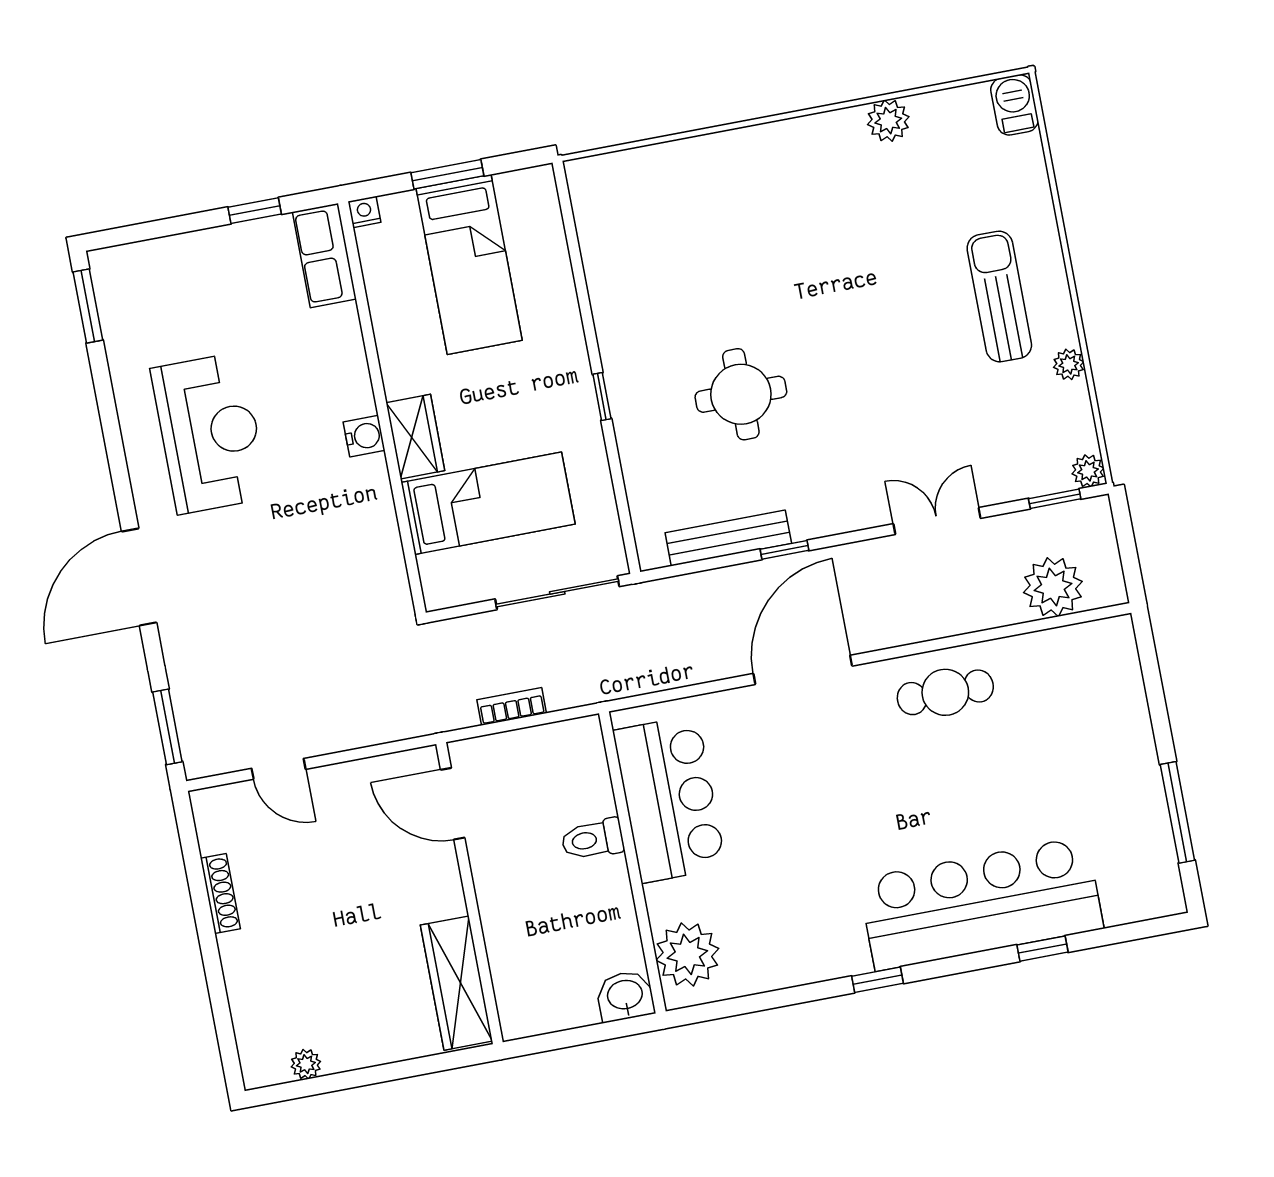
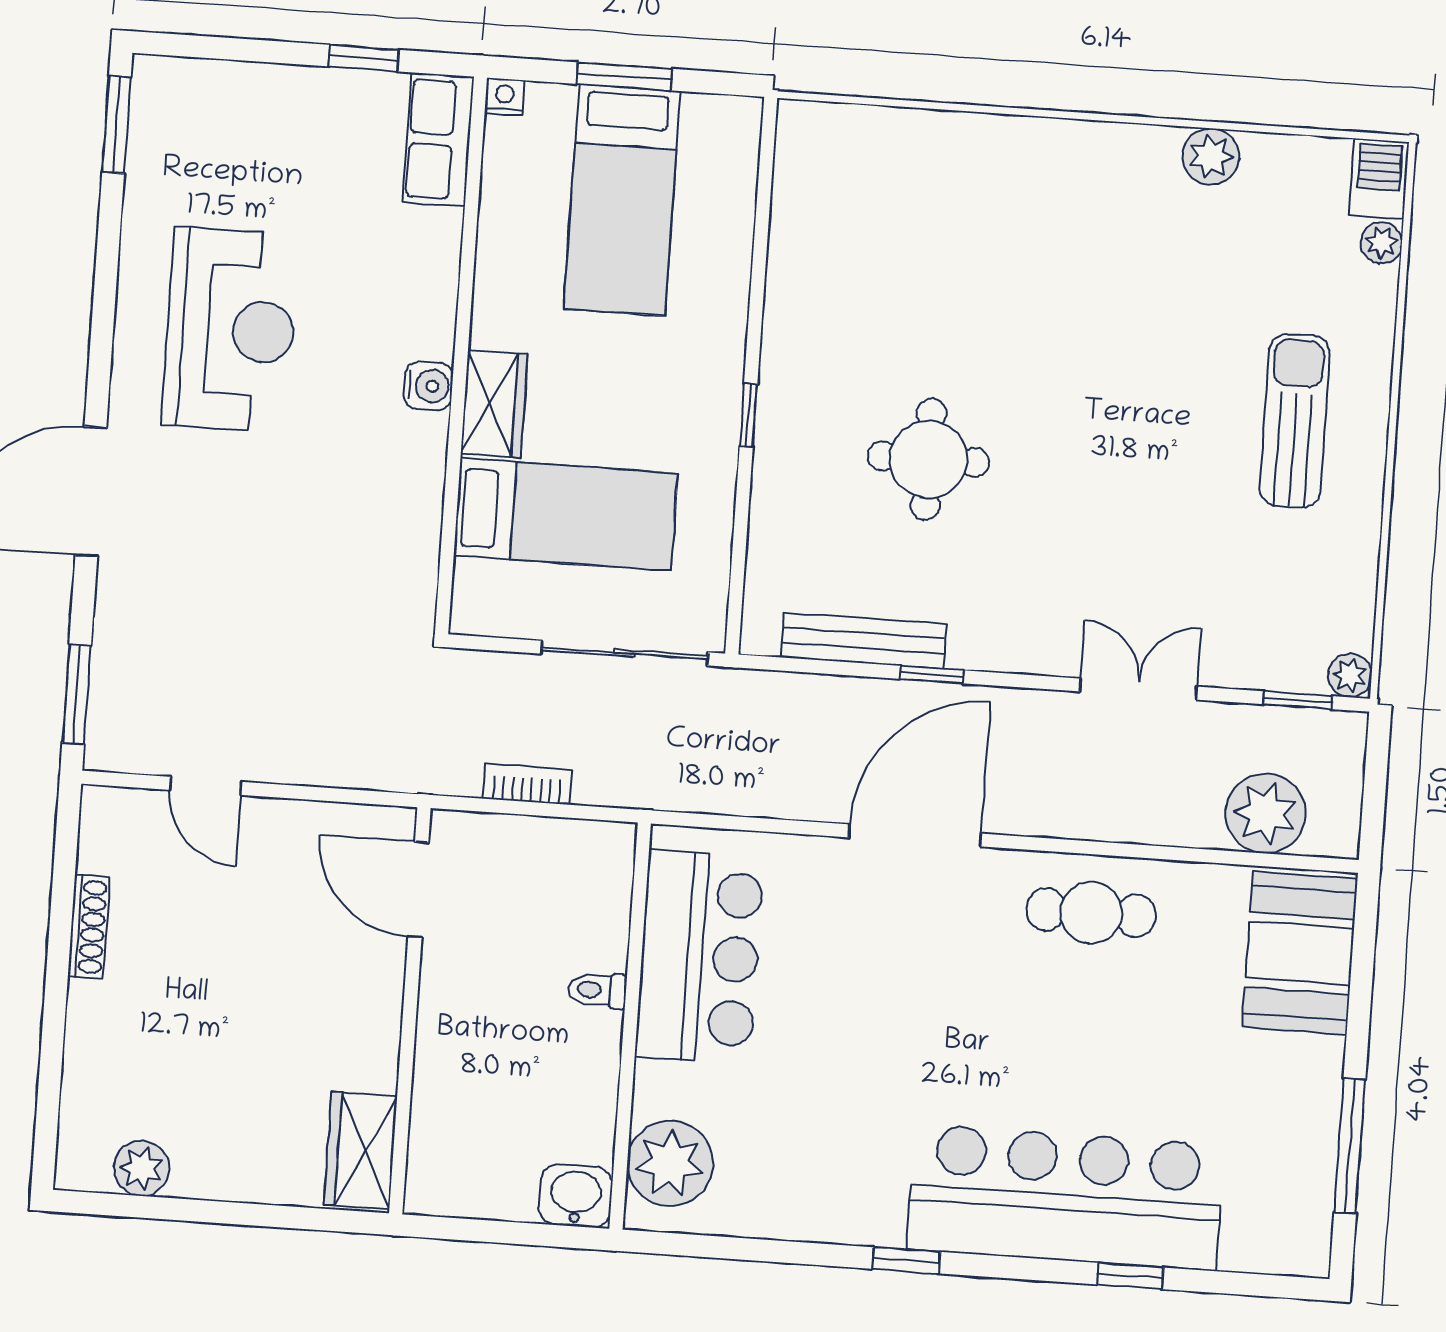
plant: (1069, 364) -> (1381, 243), moved
booth: (1104, 682) -> (1300, 953), added
toilet: (593, 839) -> (597, 990), width x0.73, depth x0.72
wardrobe: (456, 983) -> (361, 1150), width x0.67
plant: (306, 1064) -> (142, 1168), width x1.38, depth x1.38

